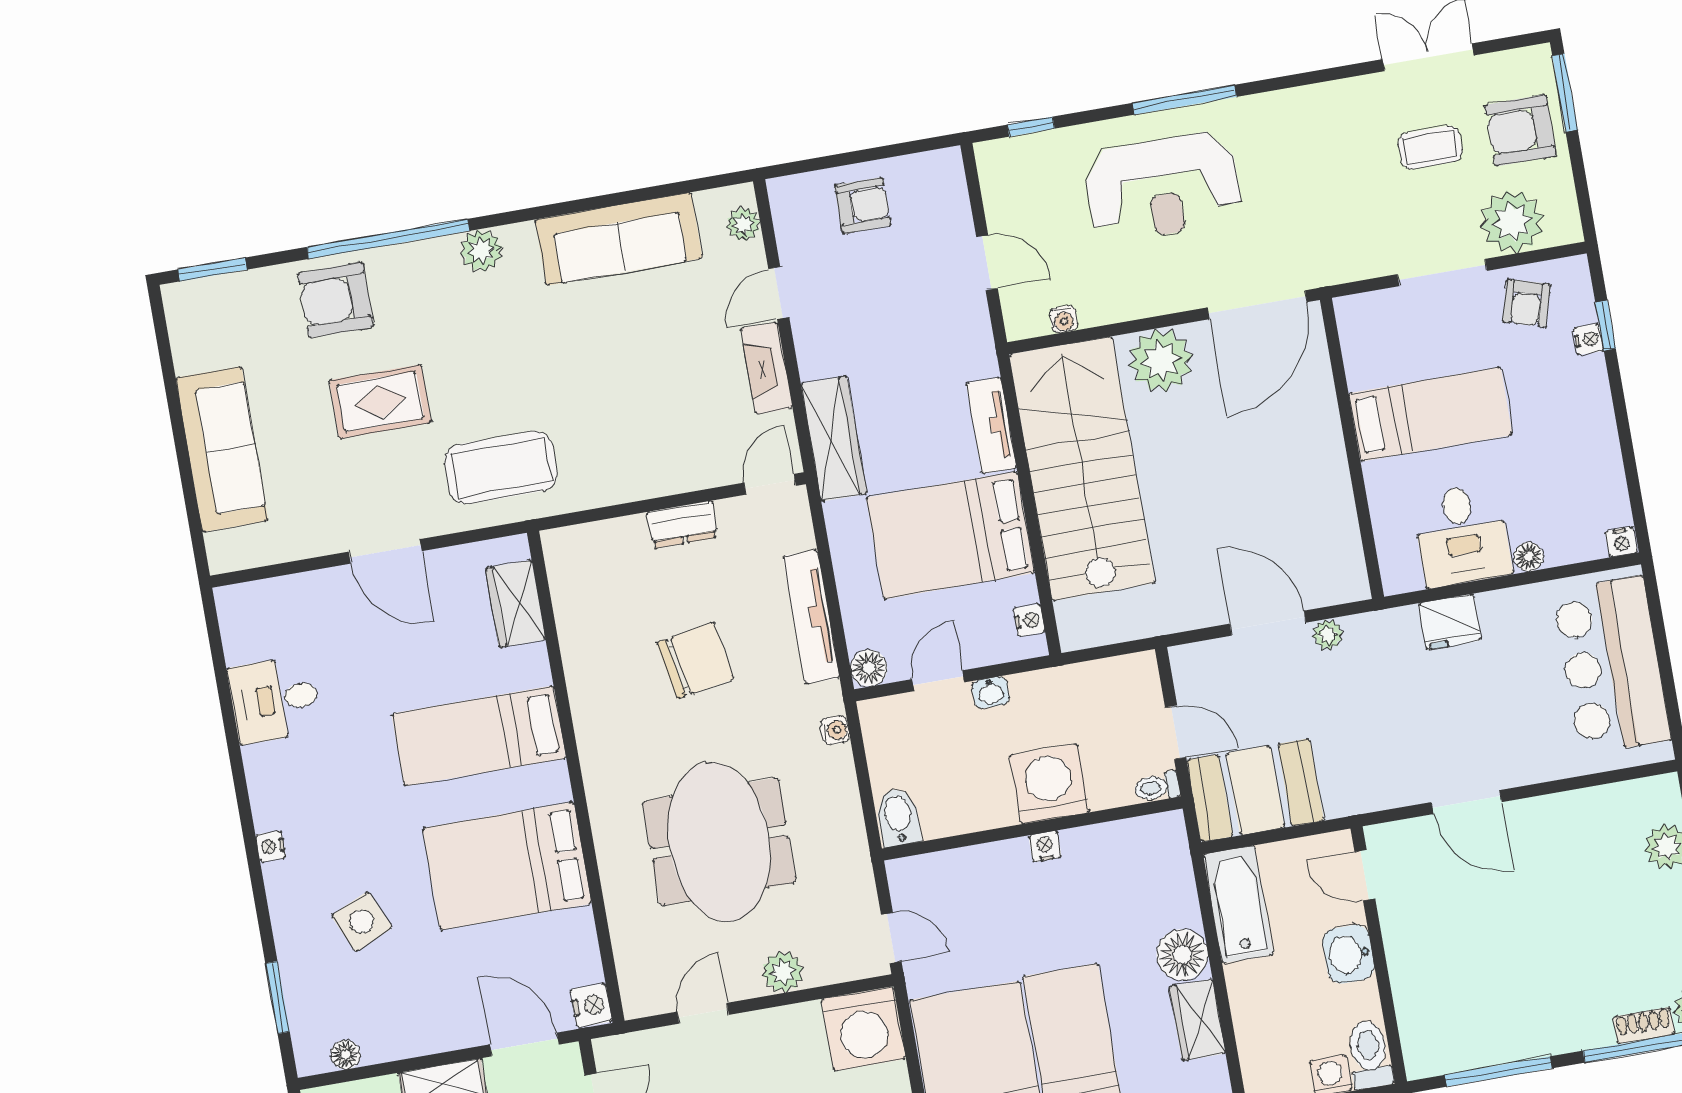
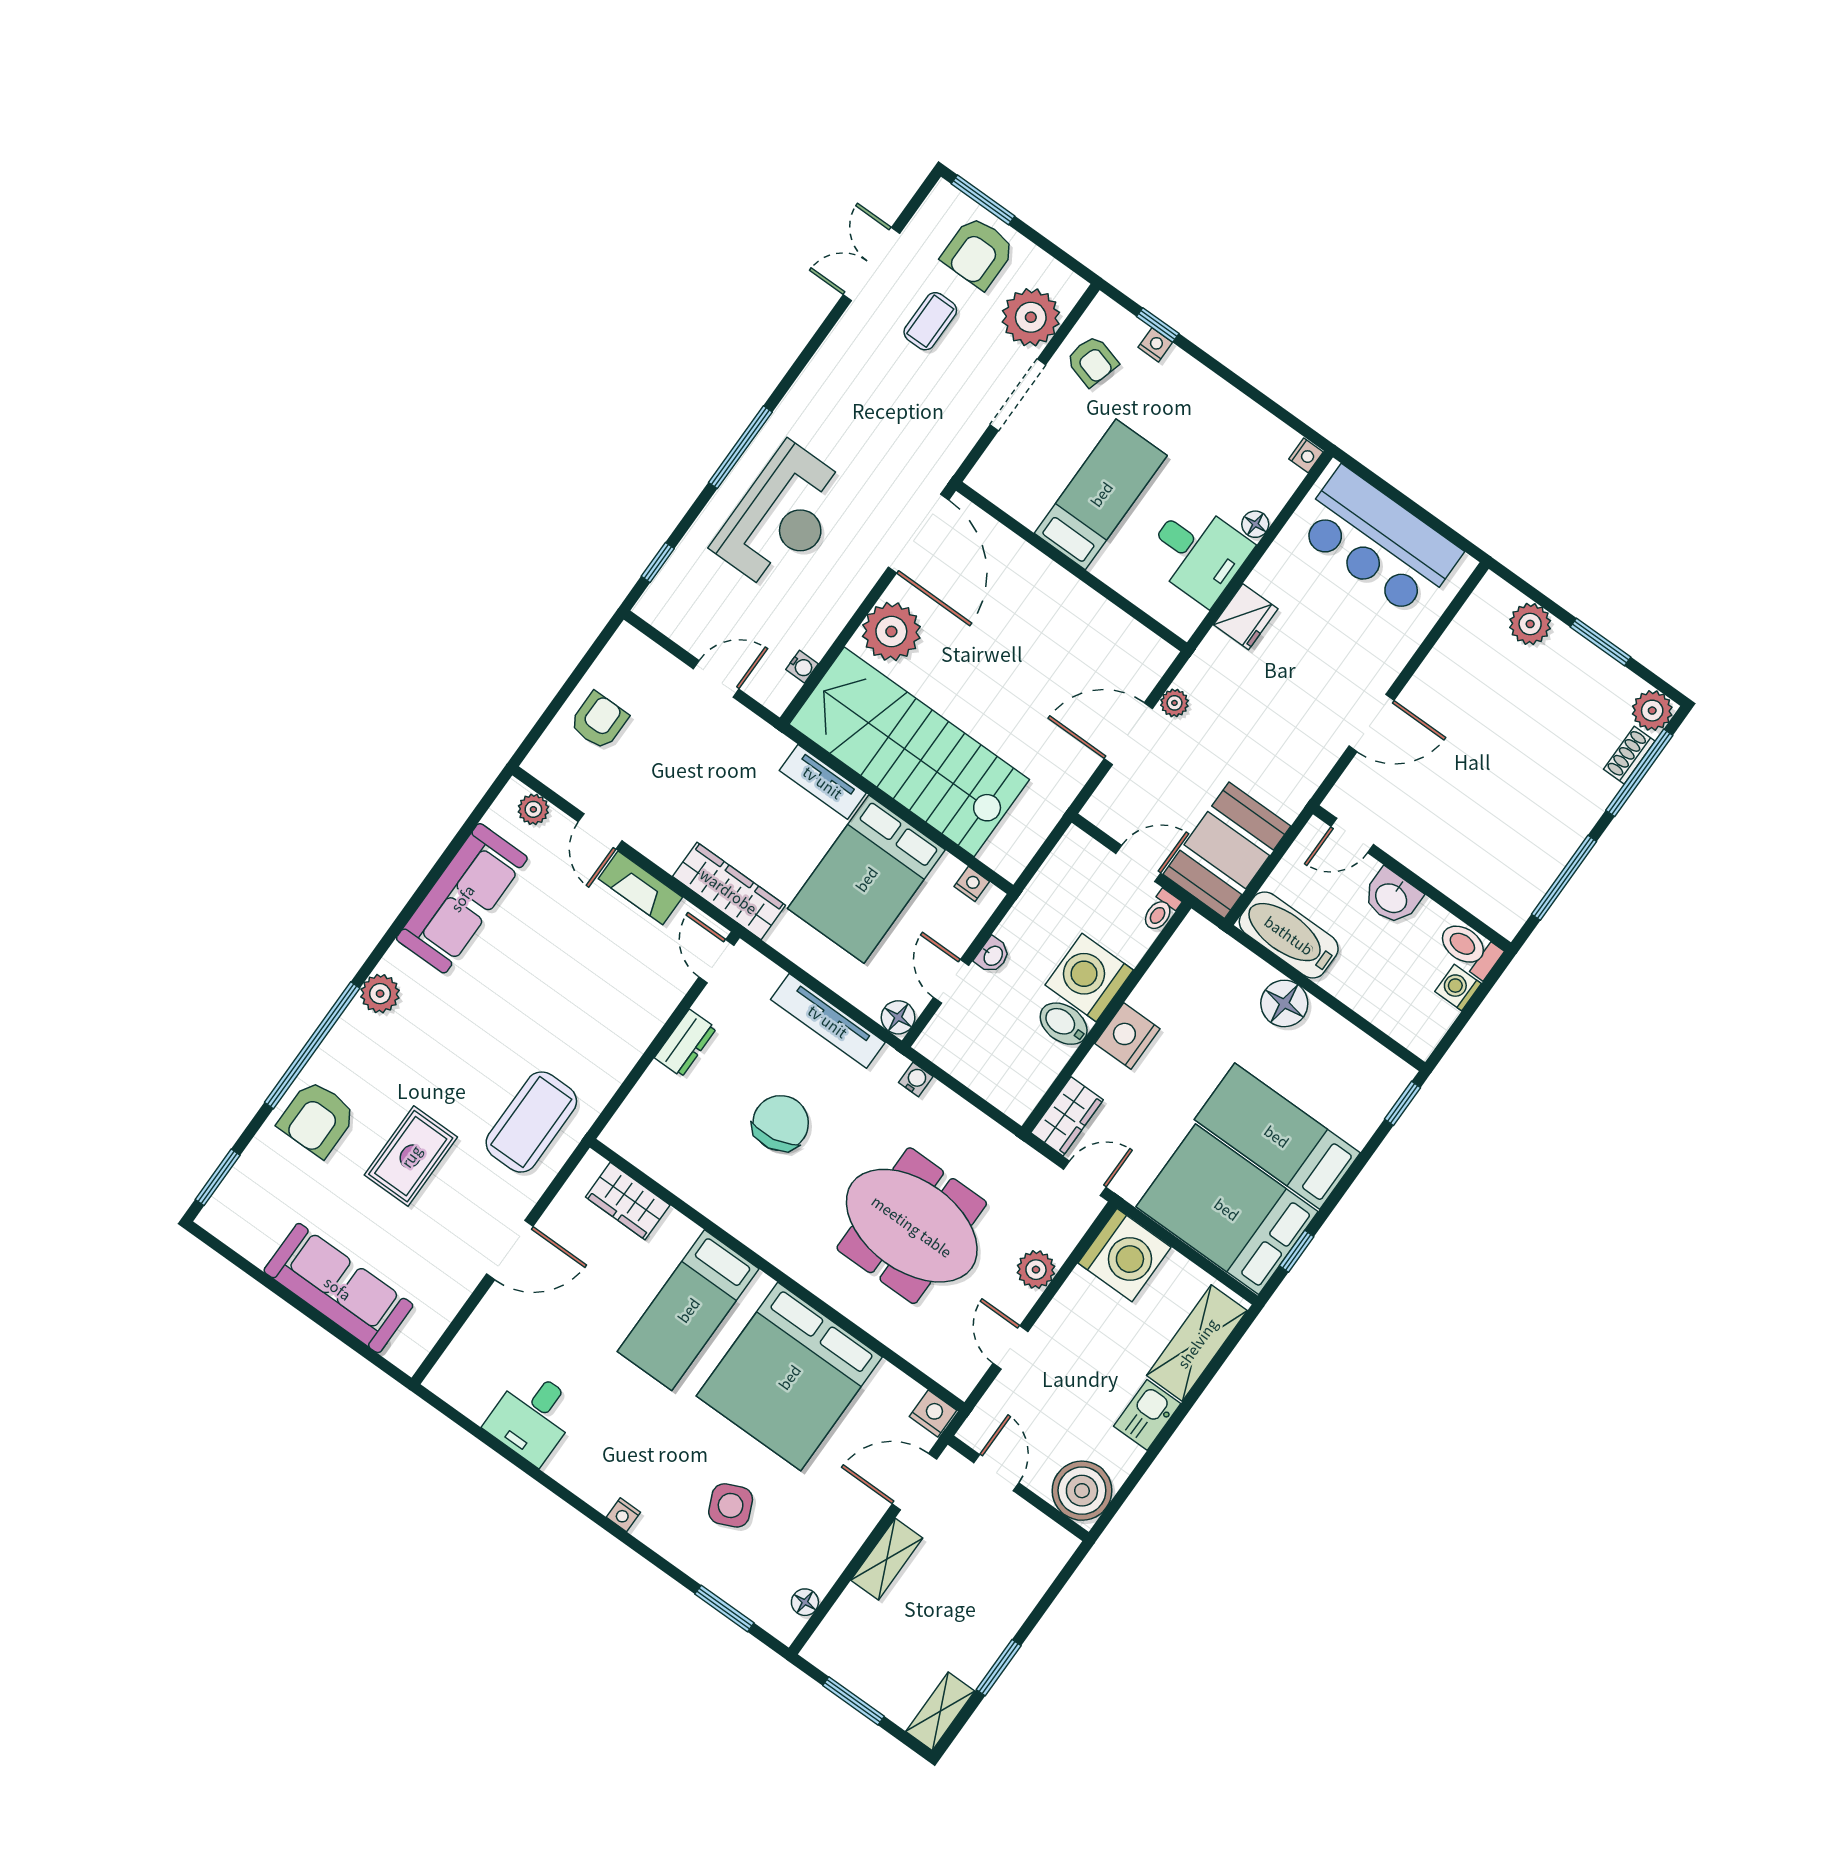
bidet: (898, 817) -> (1064, 1024), moved
nightstand: (1045, 846) -> (1127, 1036), width x1.89, depth x1.79
bed: (507, 866) -> (789, 1377), width x1.36
wardrobe: (1197, 1020) -> (1067, 1116), moved, turned -90

